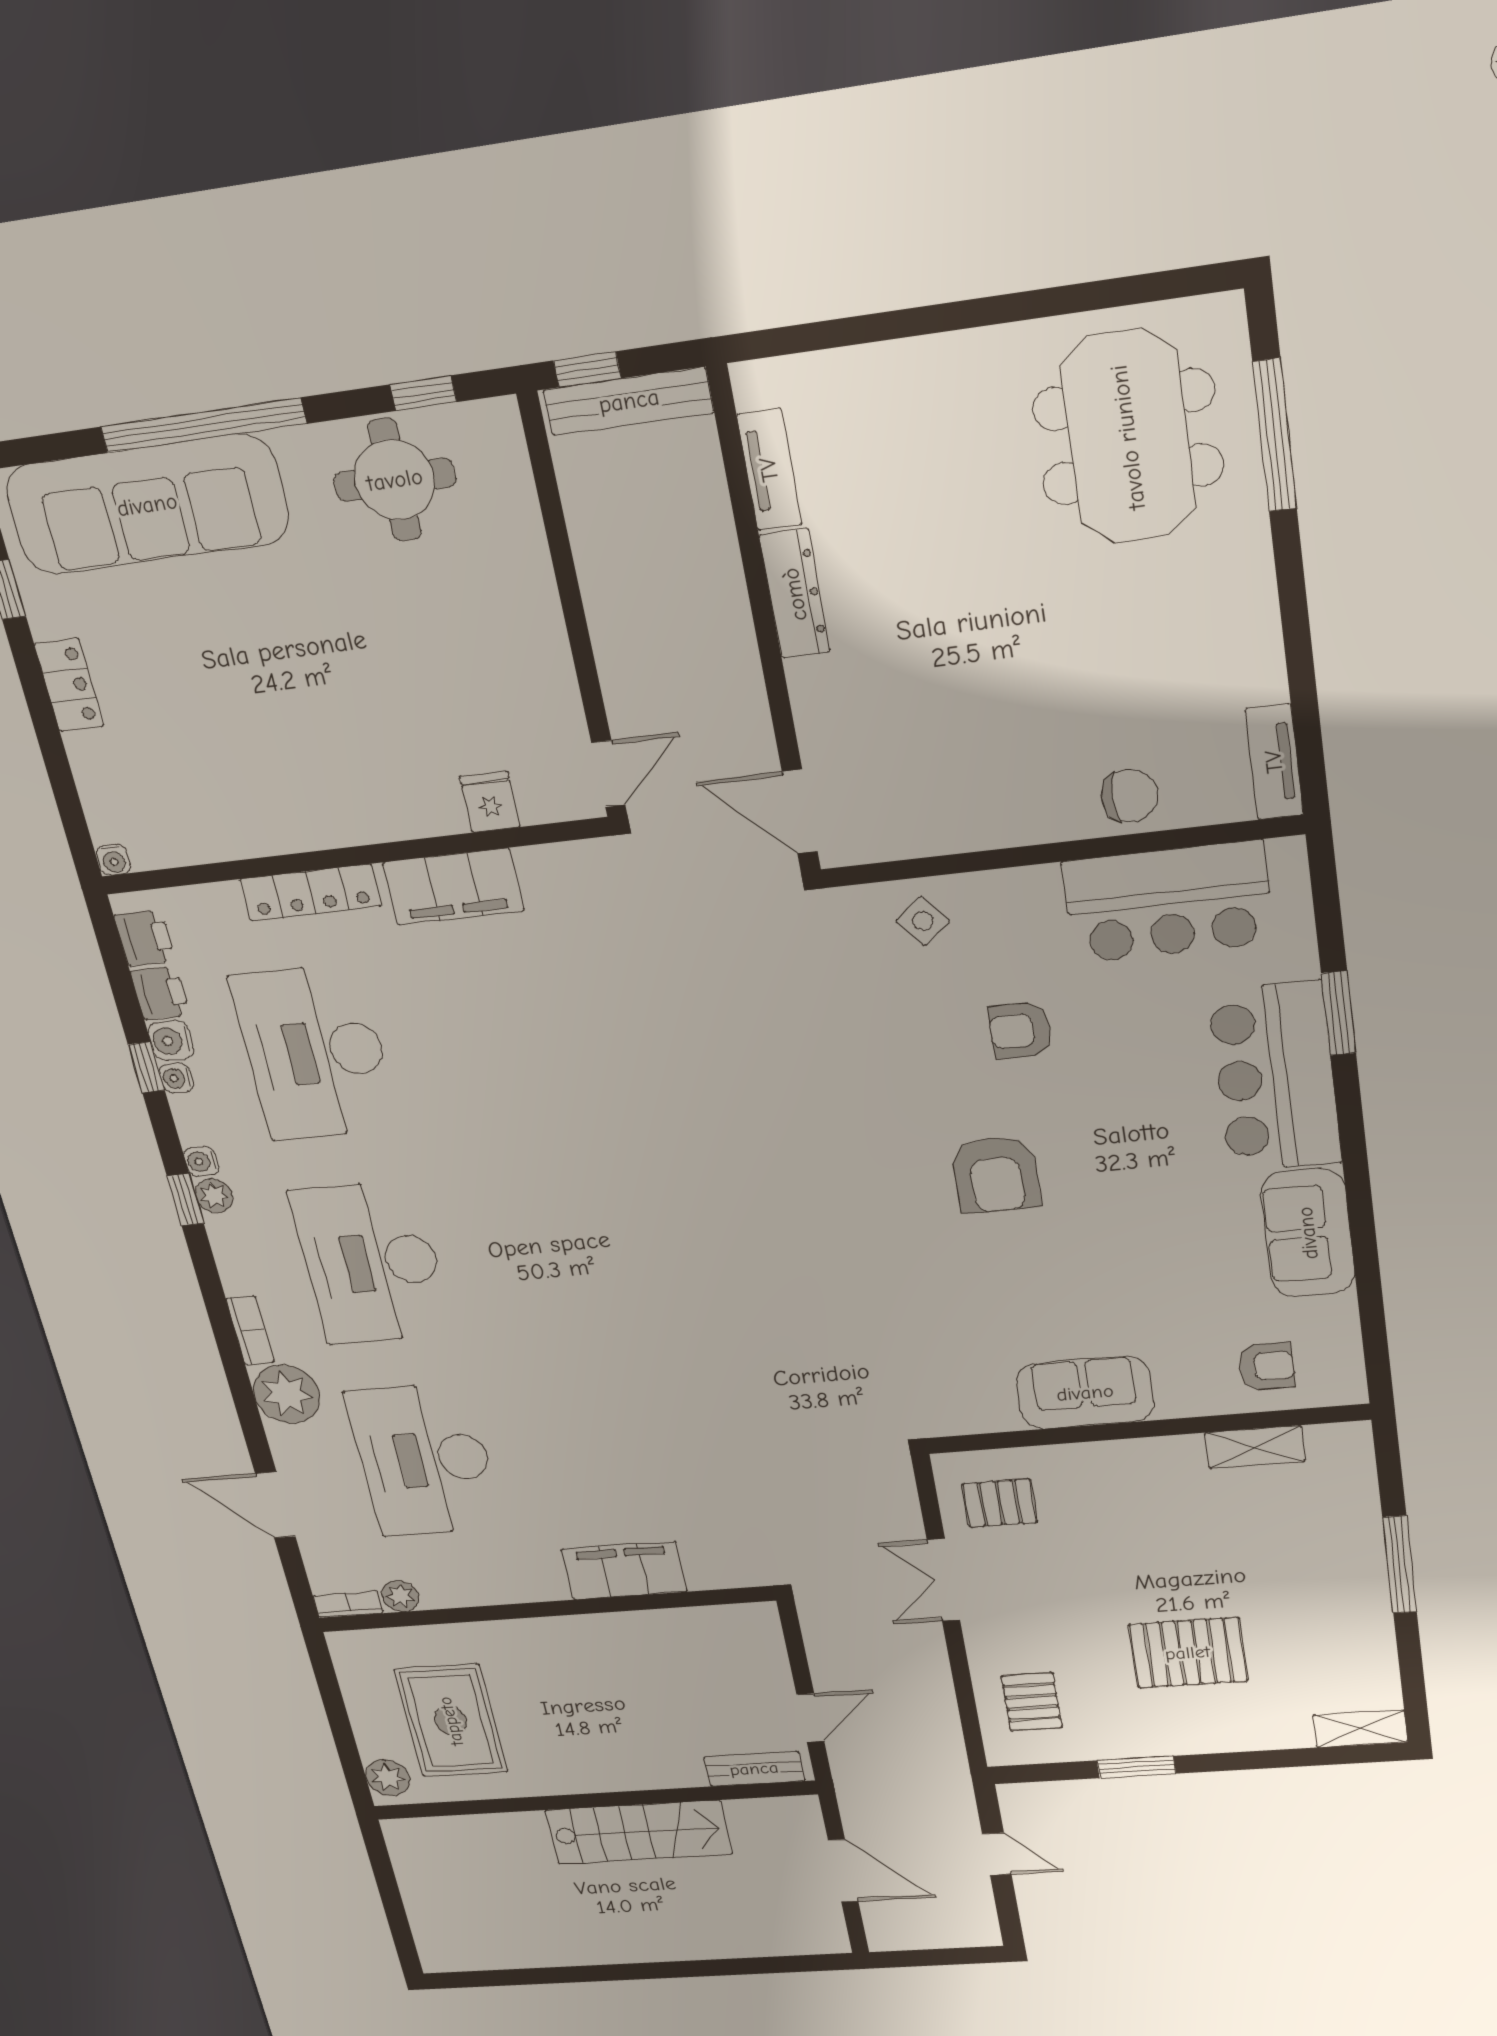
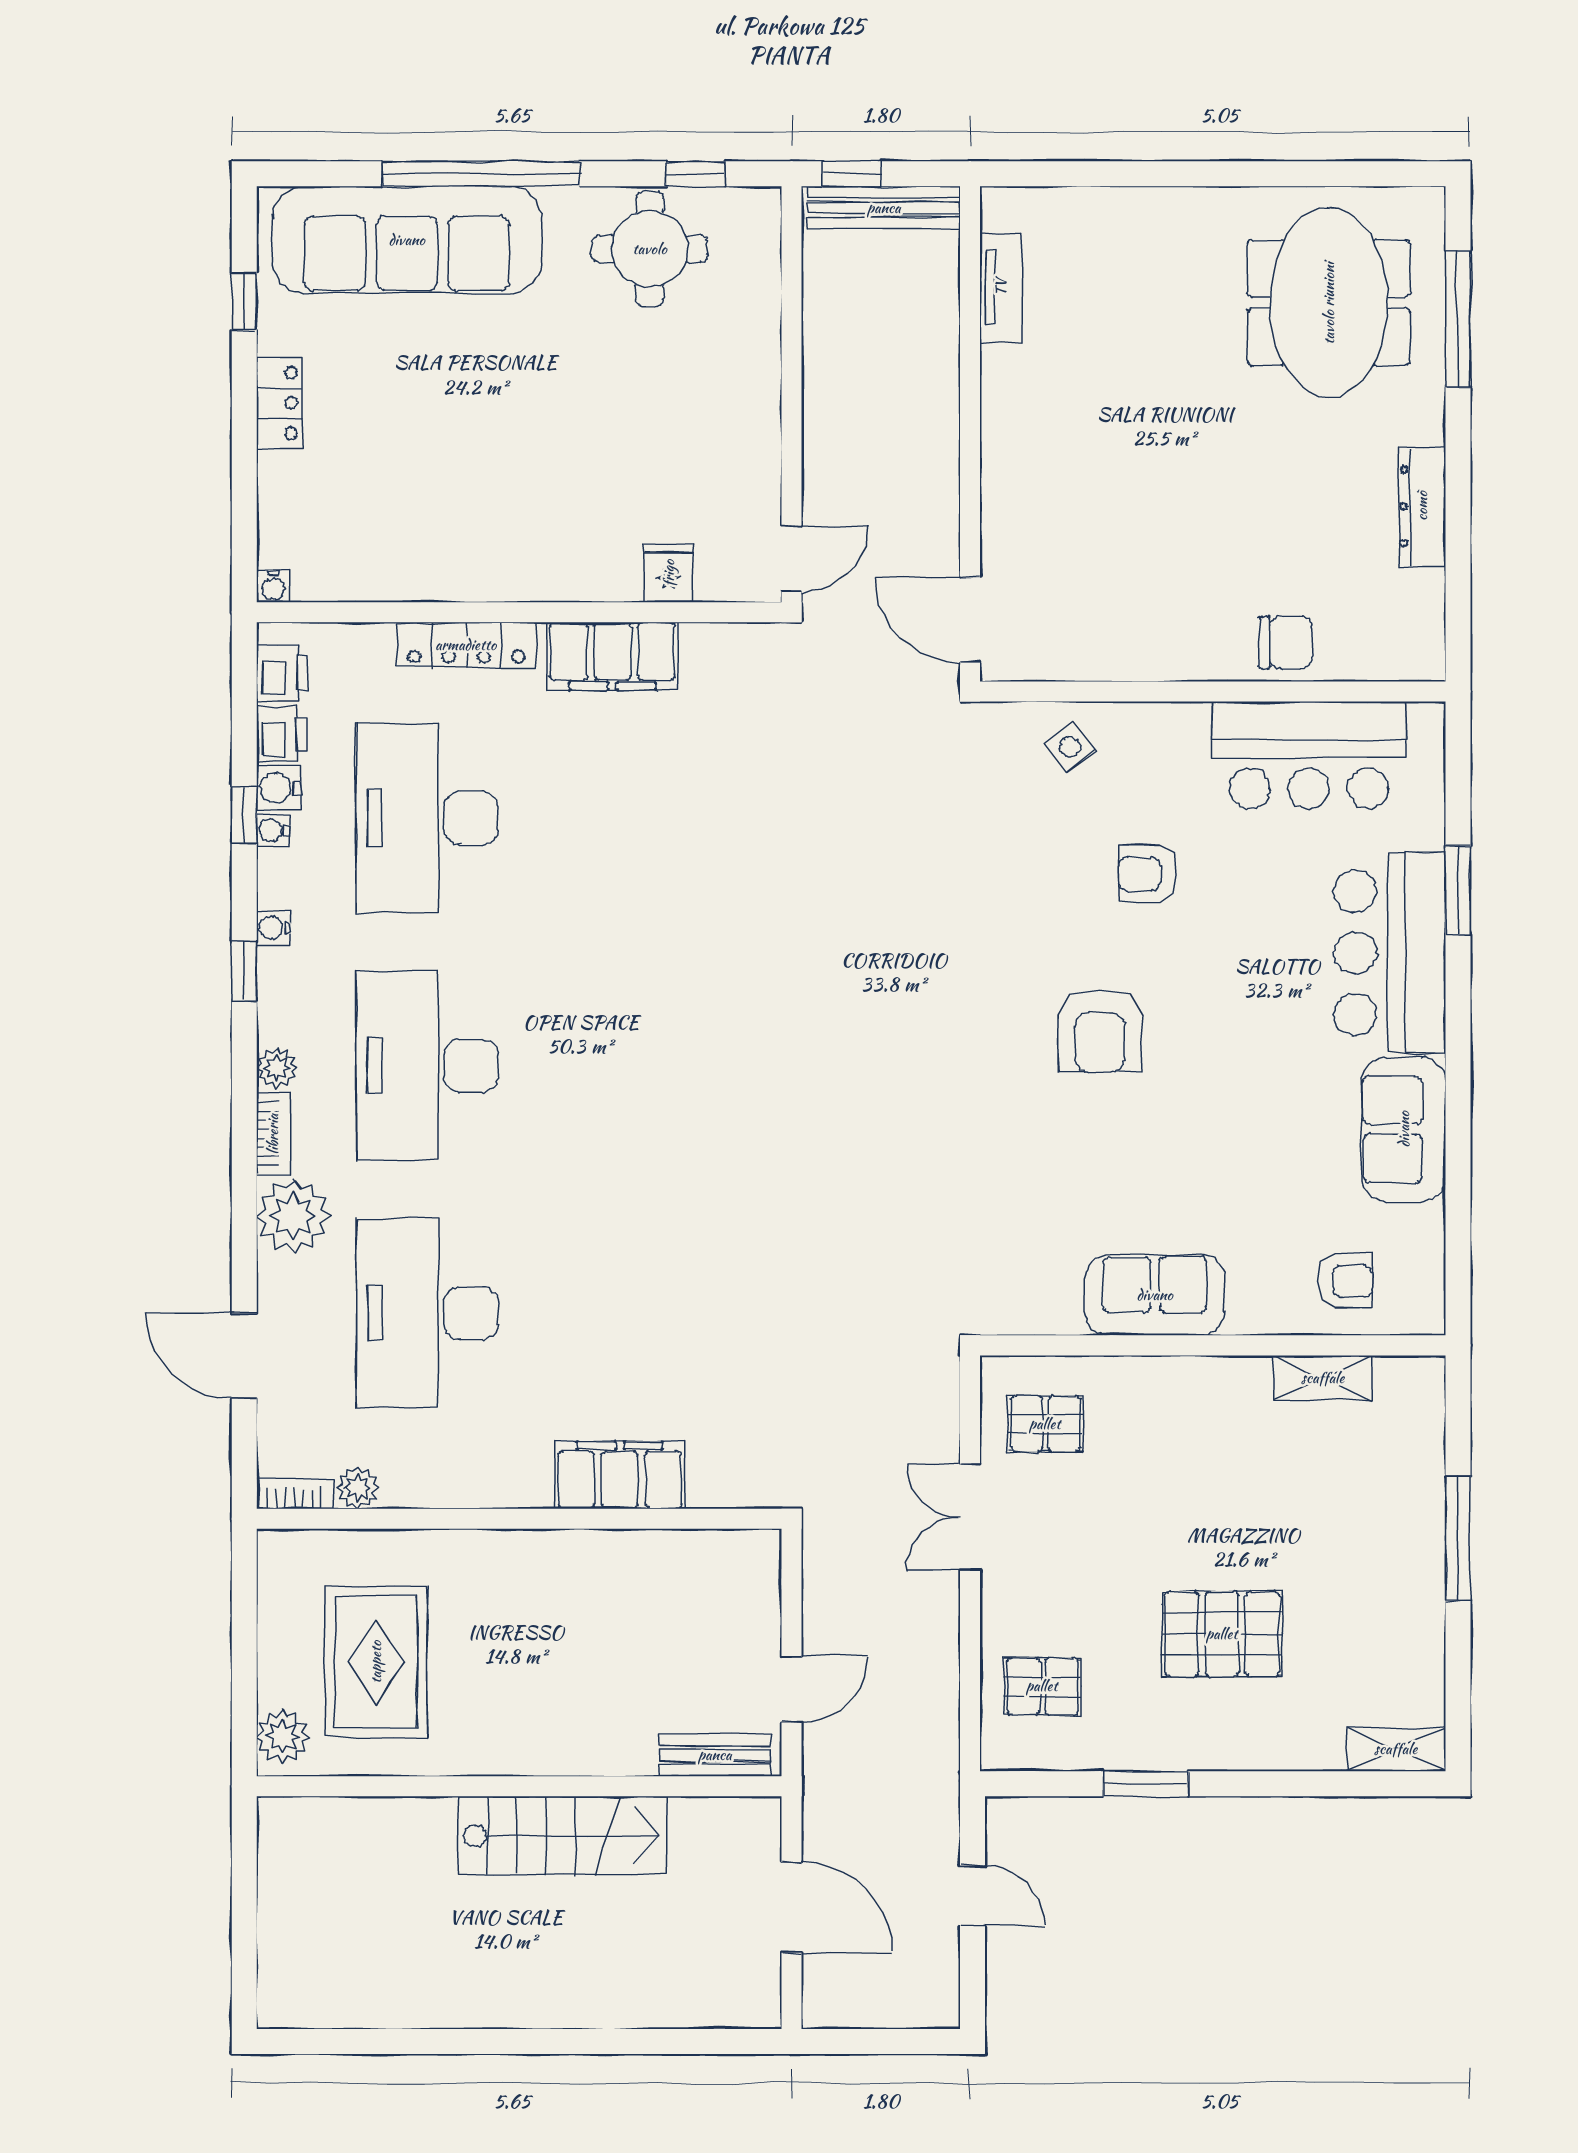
dresser: (795, 594) -> (1422, 506), moved, turned 180
tv unit: (1274, 762) -> (1424, 626), removed
plant: (214, 1196) -> (277, 1068), moved
pallet: (1032, 1702) -> (1042, 1686), turned 90

